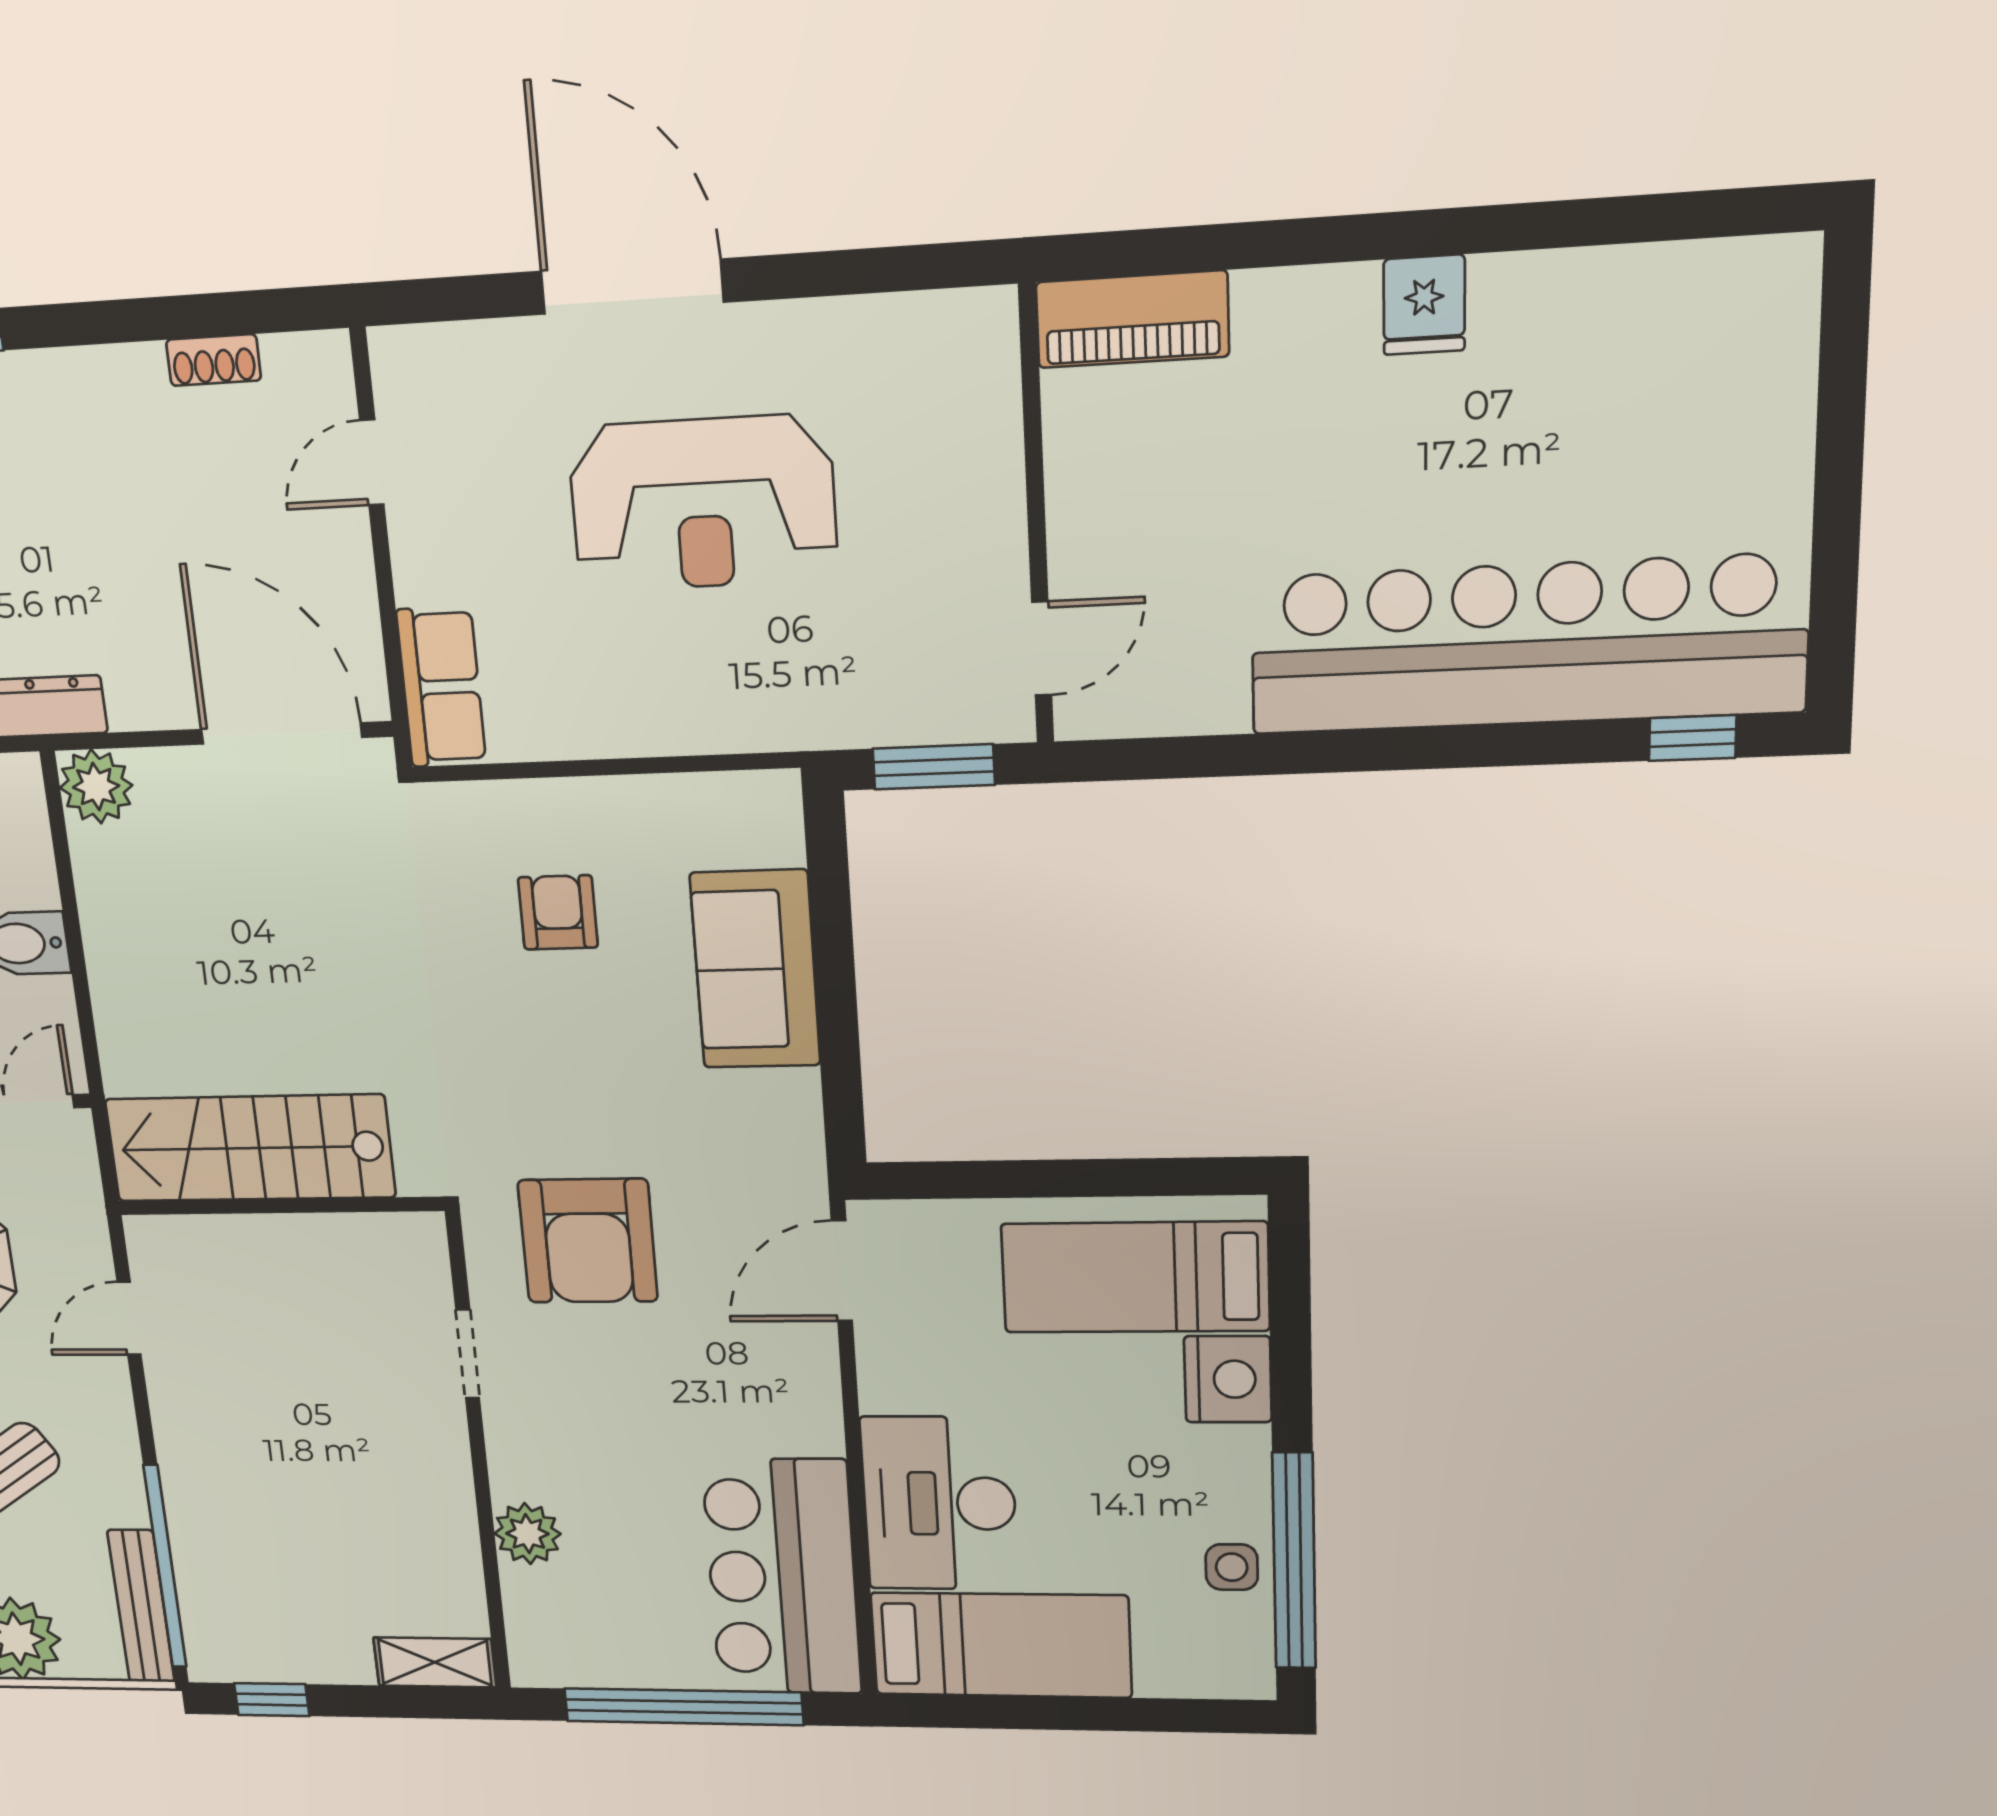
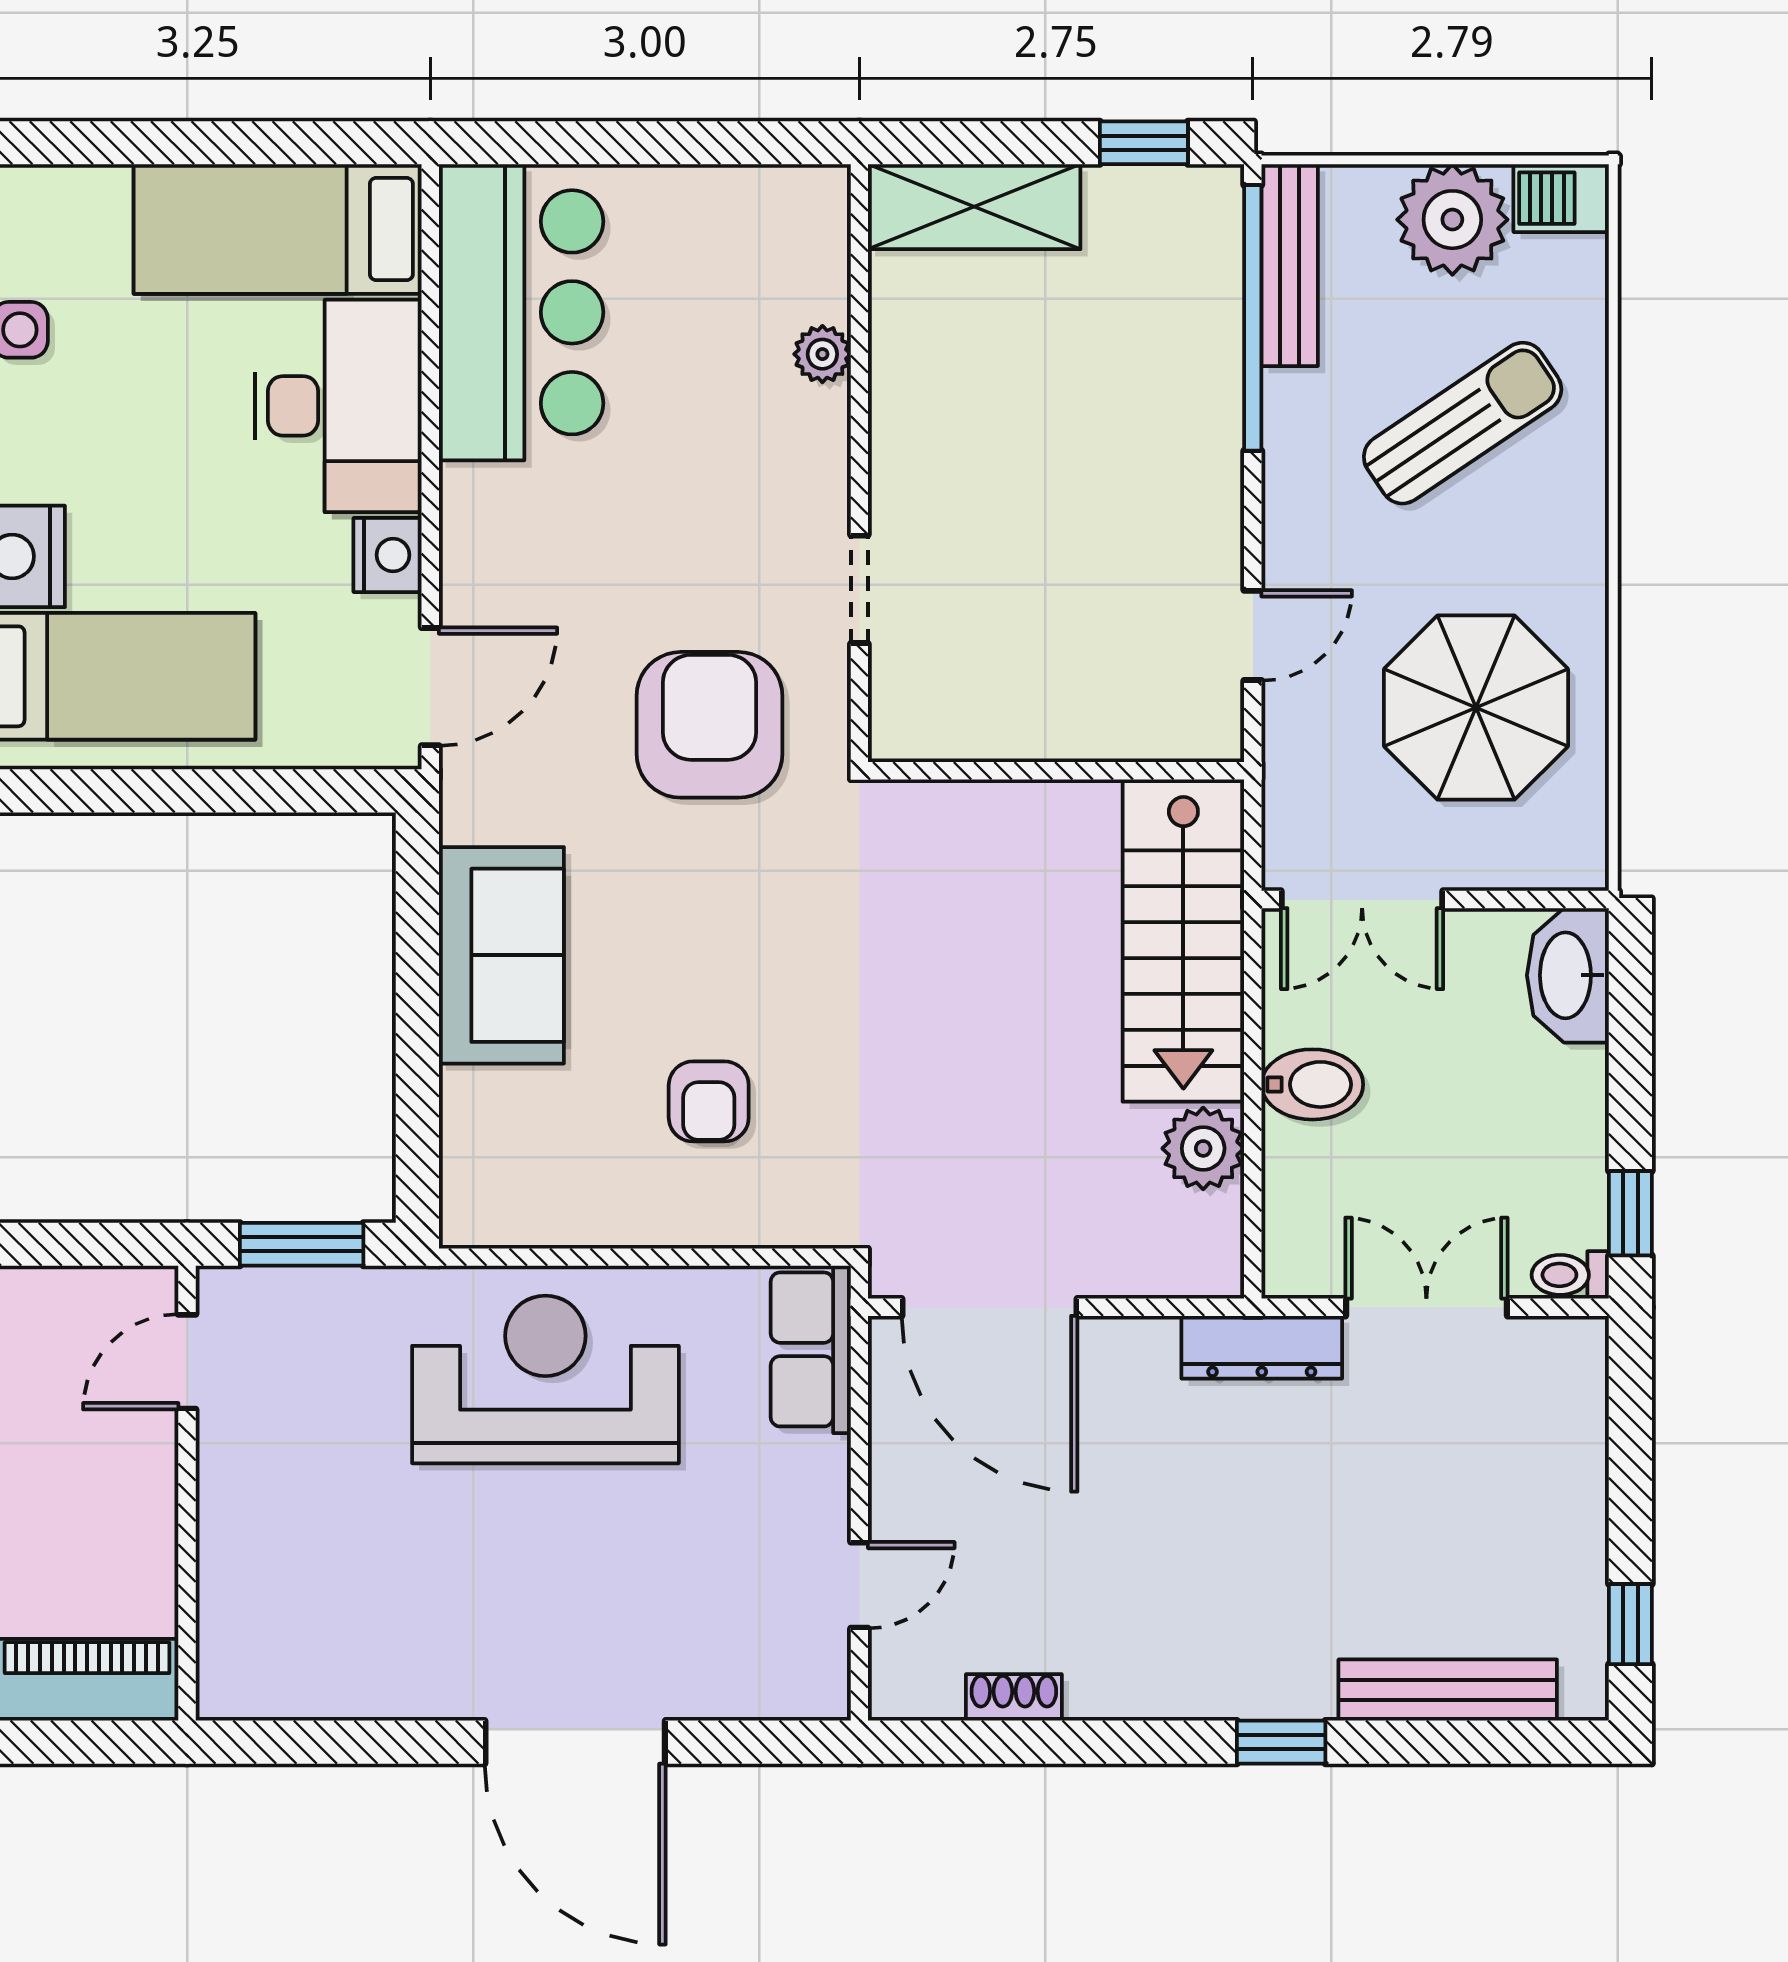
reception desk: (703, 503) -> (545, 1379), moved
plant: (96, 786) -> (1203, 1148), moved
sofa: (755, 969) -> (501, 955), moved
stairs: (250, 1148) -> (1183, 941), moved, turned 90
nightstand: (888, 1381) -> (387, 555), added
plant: (527, 1534) -> (822, 354), width x0.73, depth x0.73
shelving: (435, 1662) -> (974, 207), width x1.50, depth x1.33
window: (683, 1707) -> (648, 143), removed

